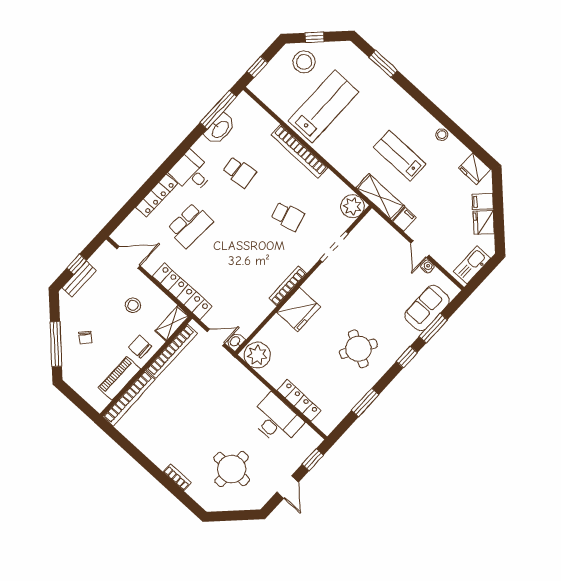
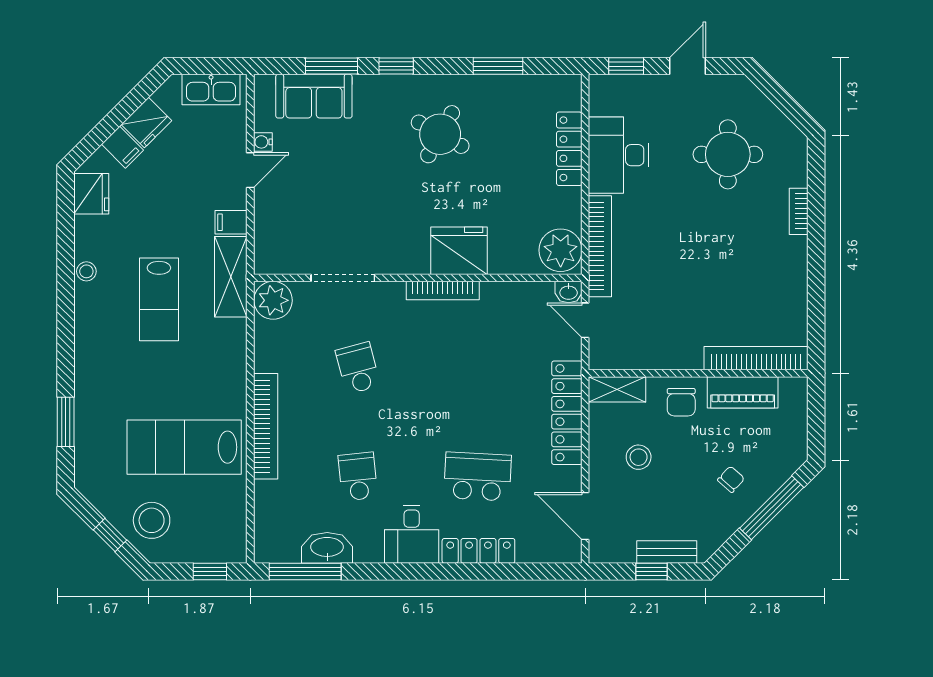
bookcase: (172, 351) -> (600, 246), moved, turned 90

